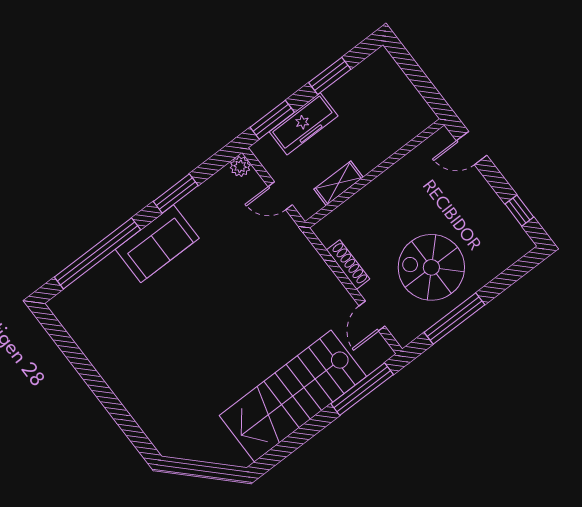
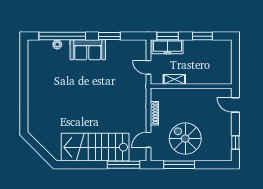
freezer: (304, 124) -> (168, 47), moved
plant: (240, 166) -> (57, 44), moved

